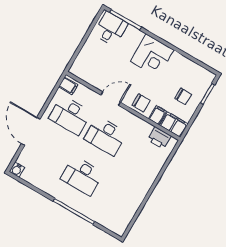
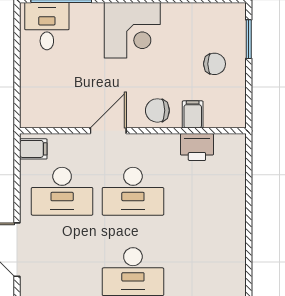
chair: (141, 103) -> (157, 110), turned 180
filing cabinet: (174, 125) -> (225, 114), removed
printer: (159, 138) -> (197, 147), moved

